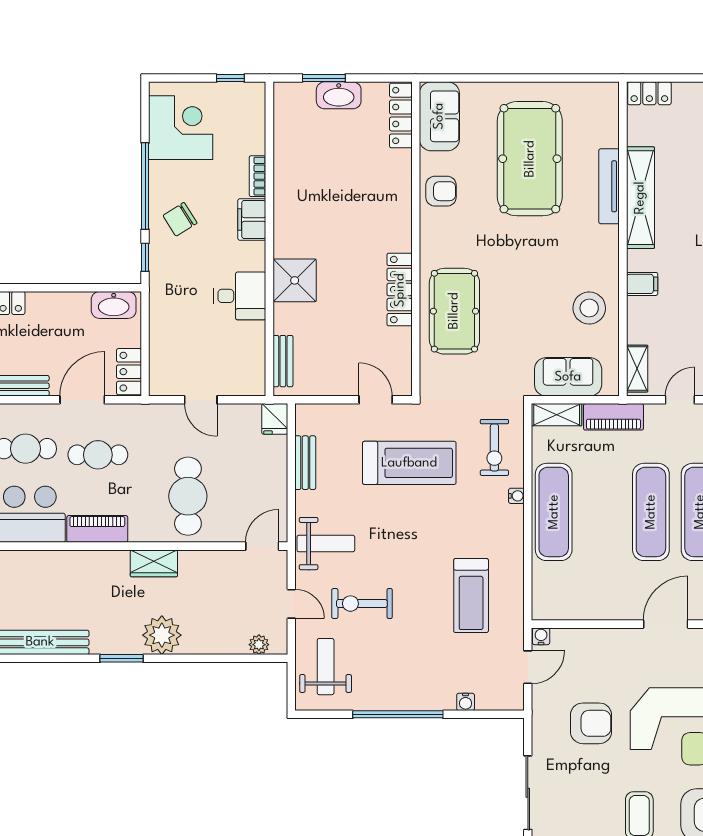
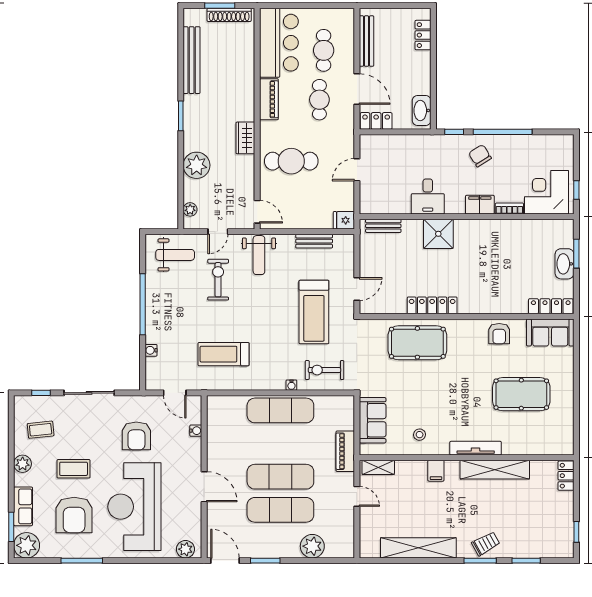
corner desk: (181, 128) -> (547, 192), moved, turned 180
pool table: (530, 159) -> (521, 394), width x0.73, depth x0.76
tv unit: (609, 186) -> (476, 448), moved
stool: (589, 308) -> (420, 435), width x0.53, depth x0.53
shelving: (557, 415) -> (347, 412), removed
plant: (162, 635) -> (197, 165), moved
water cooler: (541, 636) -> (196, 431), moved

